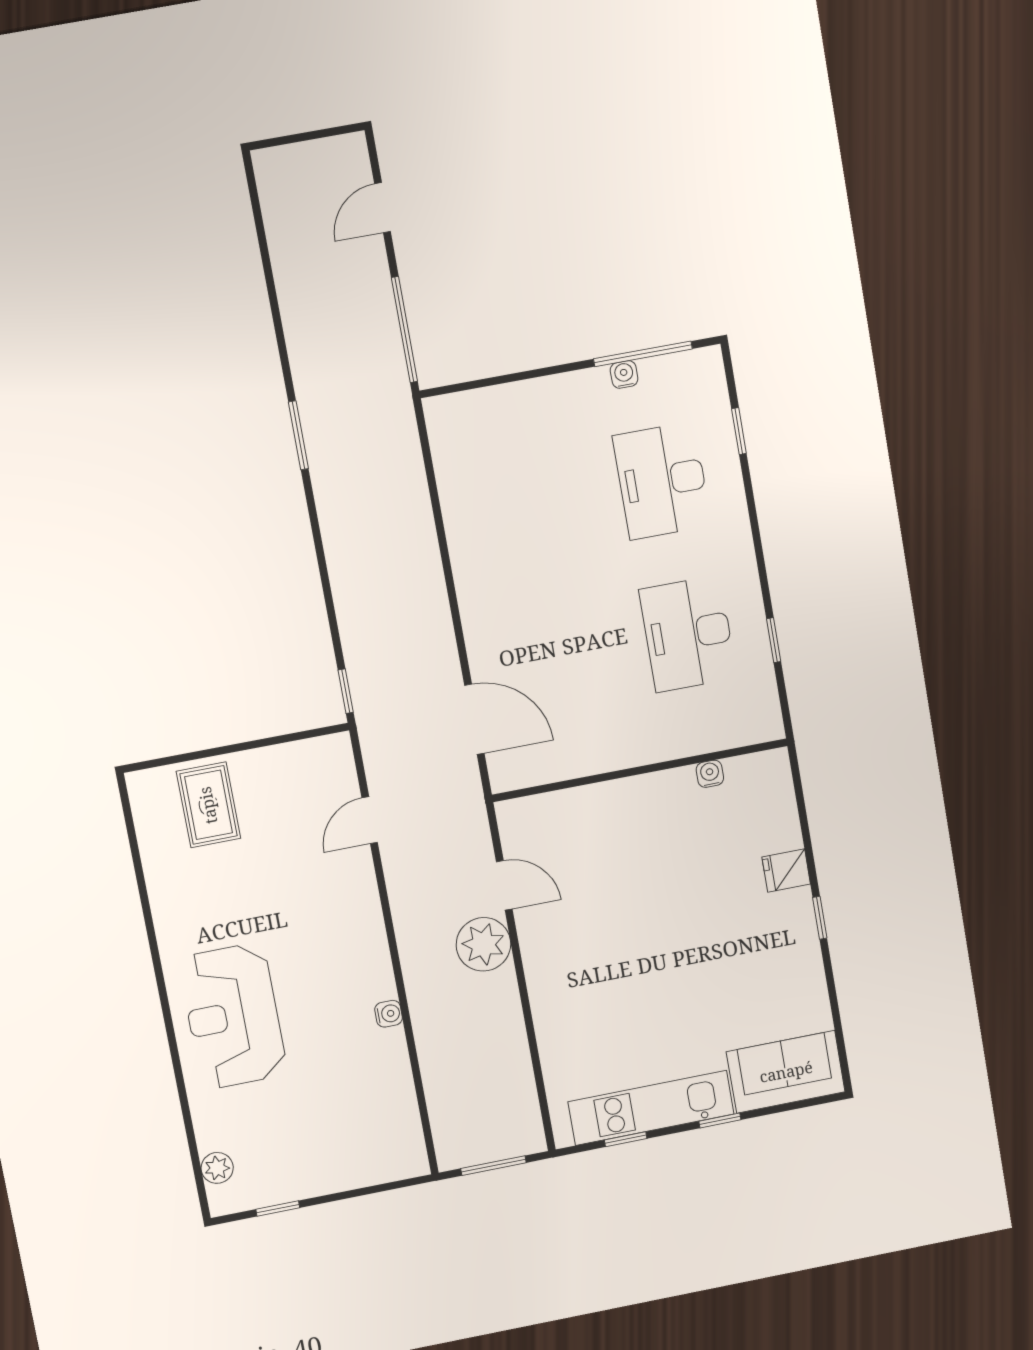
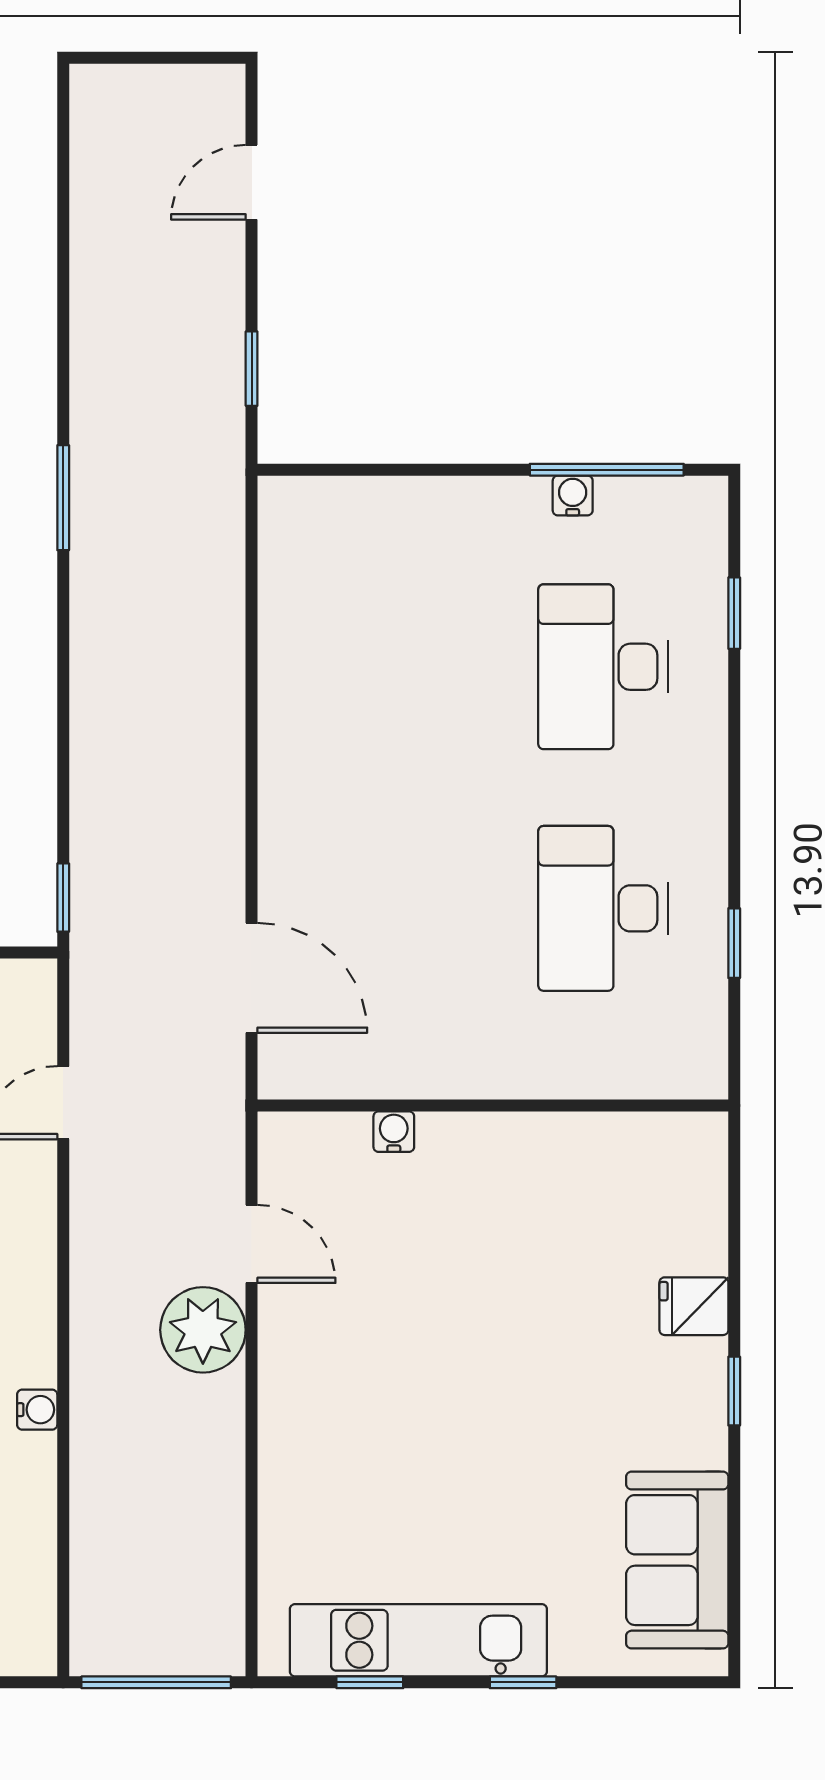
window: (404, 330) -> (252, 369), width x0.46
water cooler: (710, 774) -> (394, 1132), moved
sofa: (786, 1072) -> (677, 1560), moved, turned -90
window: (493, 1166) -> (156, 1682), width x1.44

